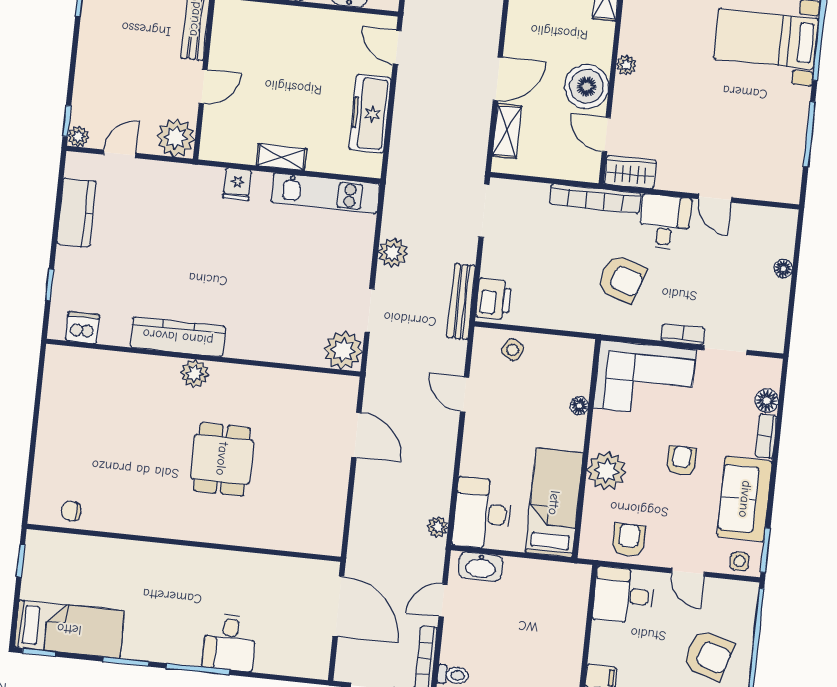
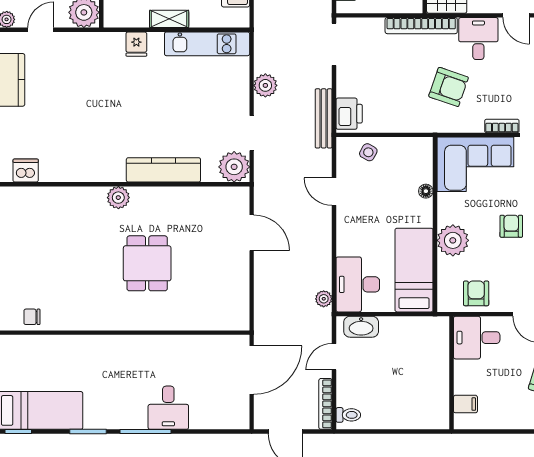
kitchen counter: (178, 337) -> (163, 170), moved
door: (338, 606) -> (252, 370), hinge flipped

